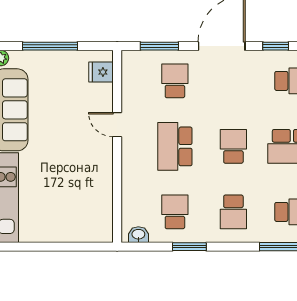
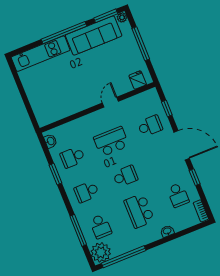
window: (159, 46) -> (167, 108), width x0.67
school desk: (175, 212) -> (73, 157), turned 180

